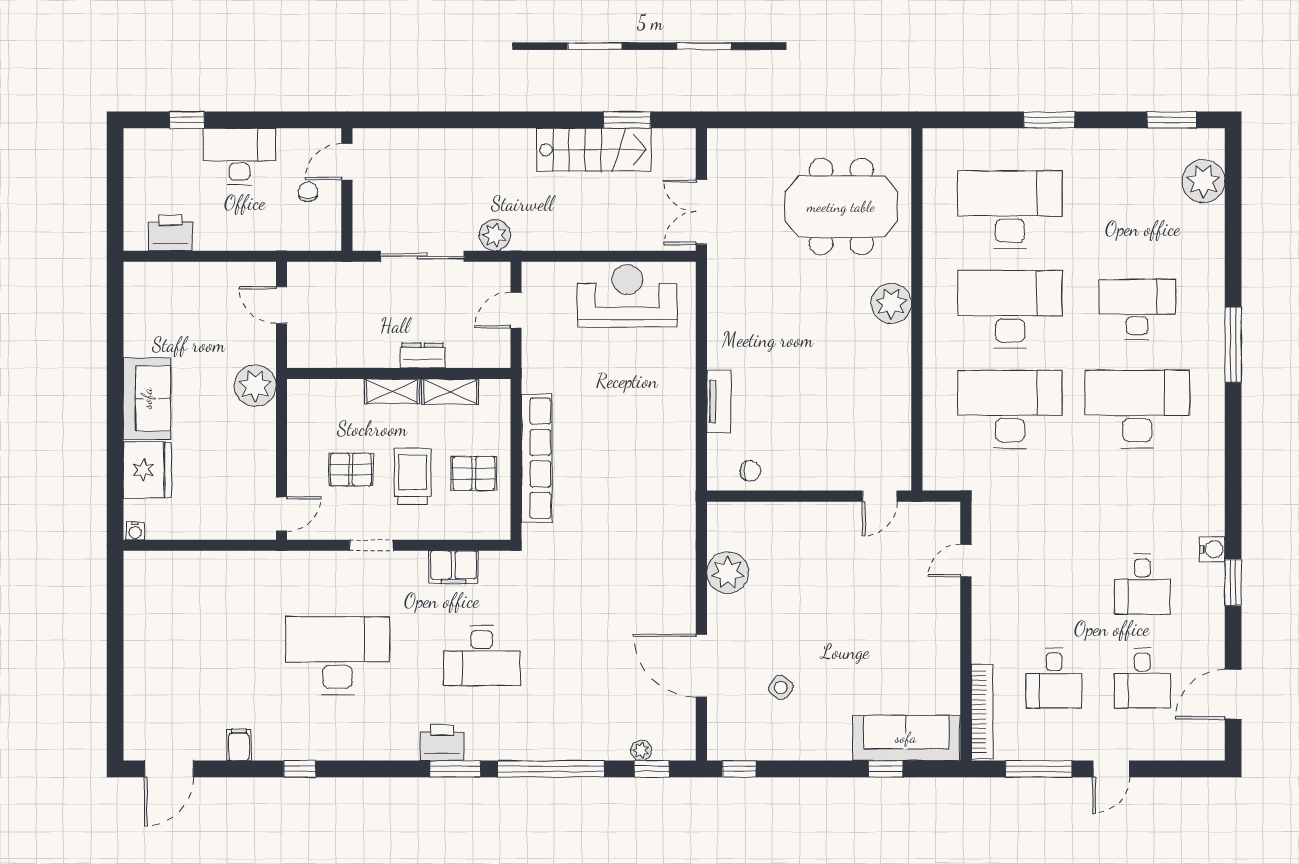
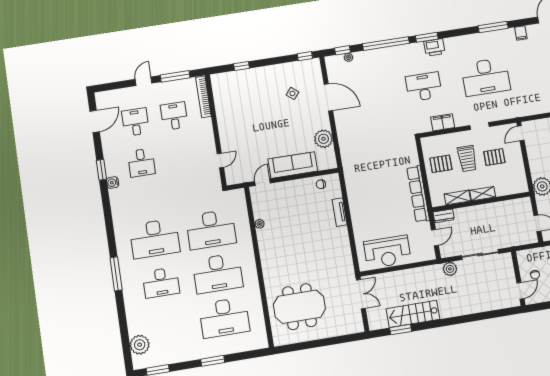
plant: (891, 303) -> (260, 224), moved, width x0.53, depth x0.53
dresser: (423, 355) -> (444, 216), moved
row of seats: (537, 458) -> (418, 194), moved
desk: (1142, 584) -> (141, 163), turned 180
sofa: (906, 738) -> (293, 165), moved, turned 180
window: (300, 769) -> (493, 27), width x2.17

